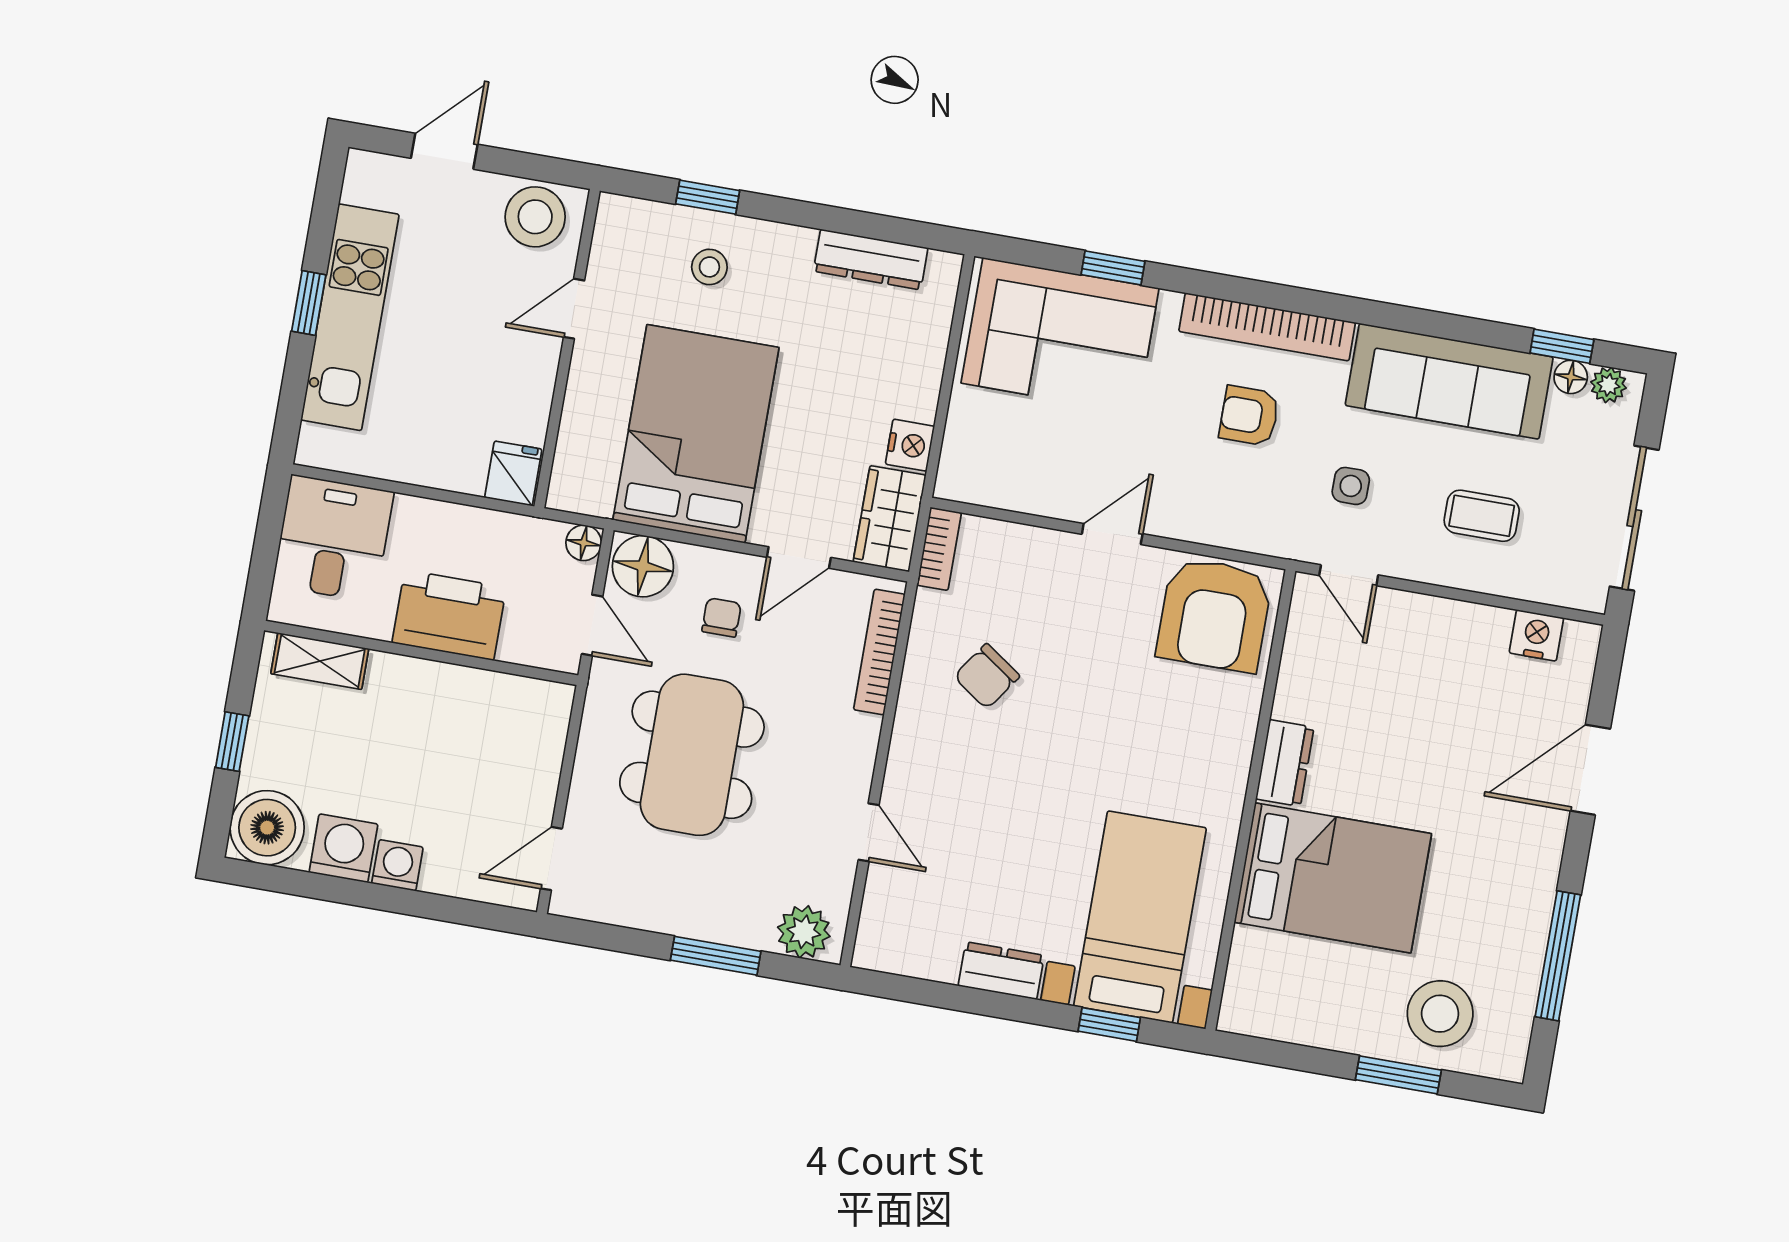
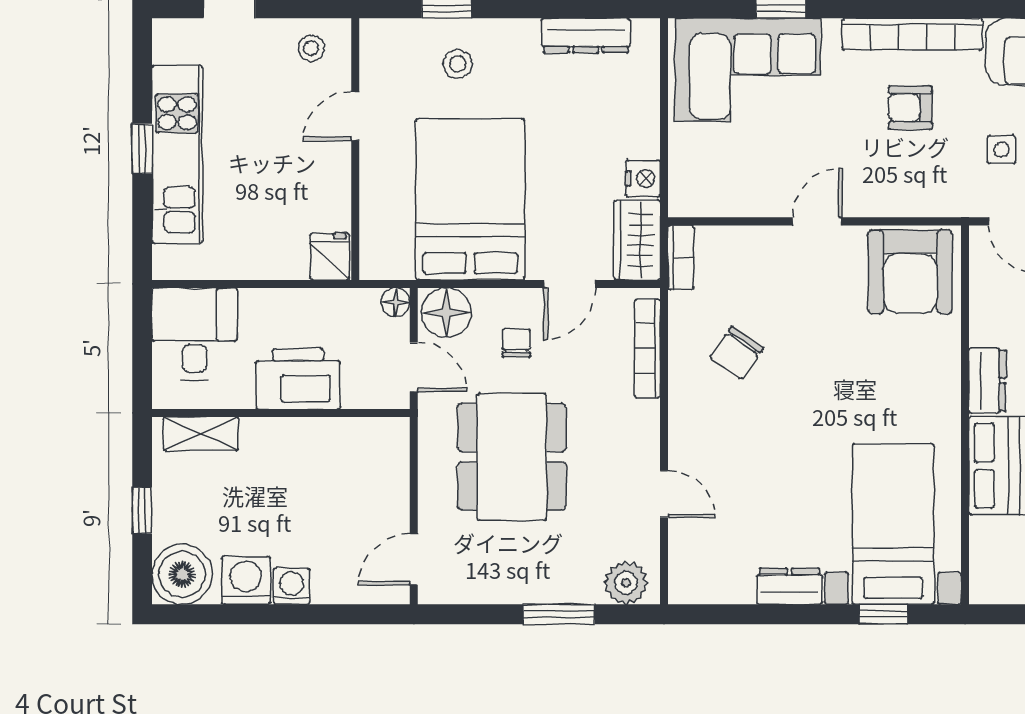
stool: (535, 217) -> (311, 48), width x0.53, depth x0.53

